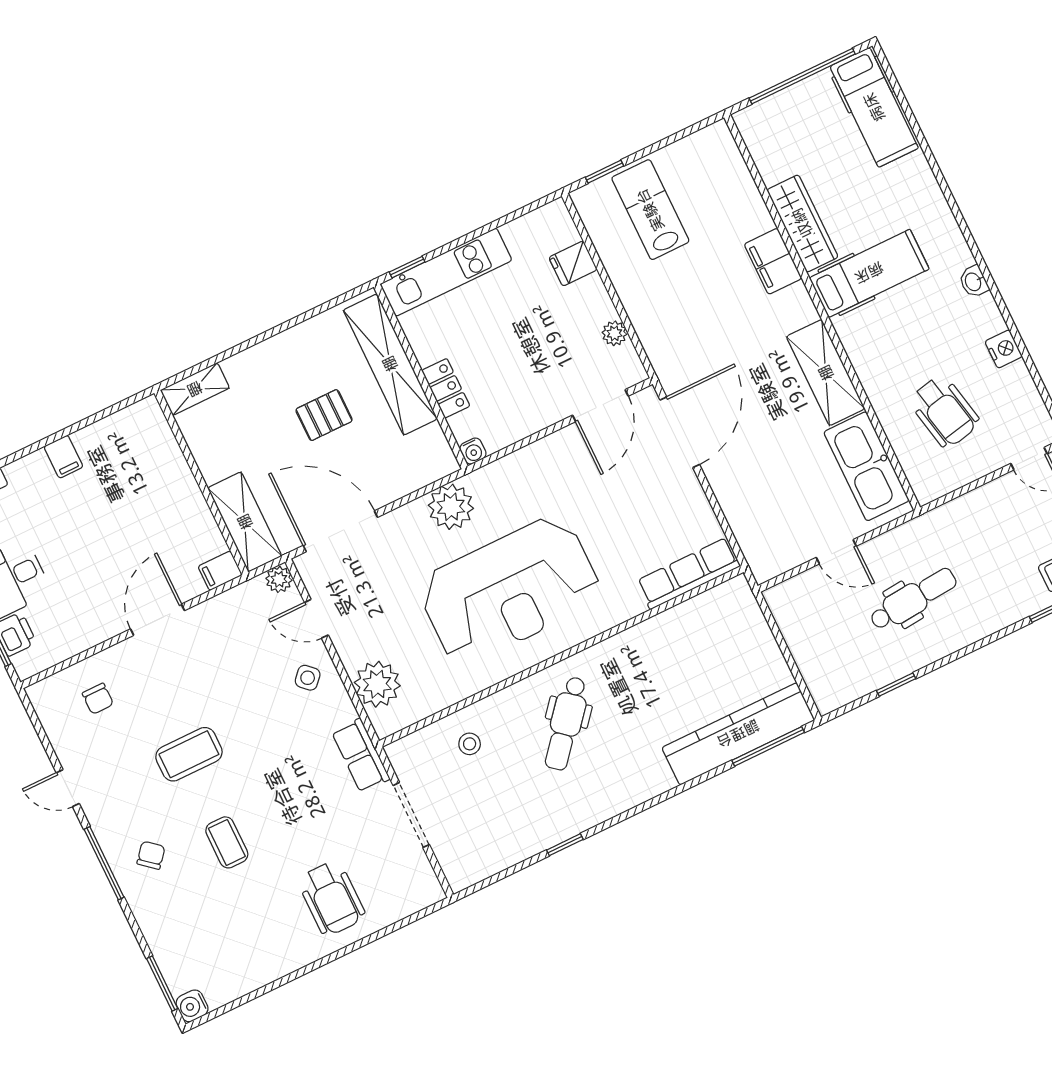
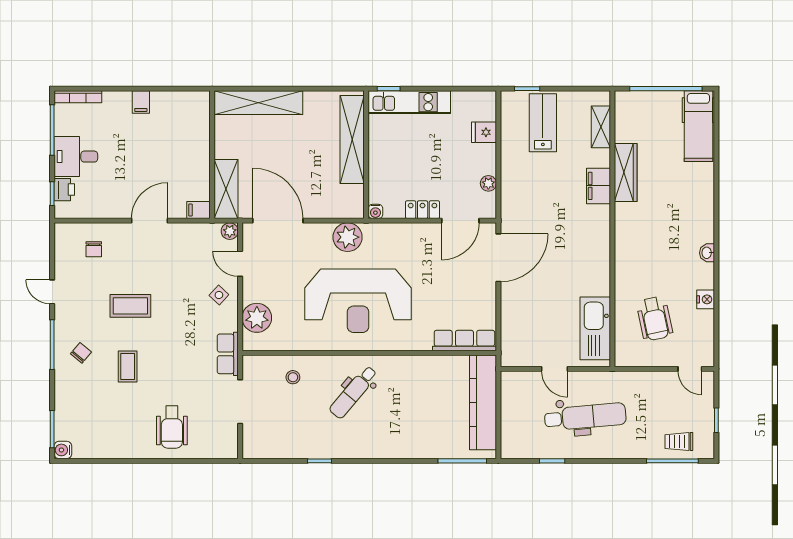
hospital bed: (869, 273) -> (650, 219), removed
shelving: (826, 373) -> (601, 127), moved, width x0.67, depth x0.75
locker: (446, 388) -> (423, 210), moved, turned -90
shelving: (195, 389) -> (258, 103), width x2.20, depth x1.33
pallet: (324, 415) -> (301, 150), removed
dental chair: (913, 599) -> (585, 417), width x1.36, depth x1.38
kitchen counter: (738, 734) -> (483, 402), moved, turned -90

